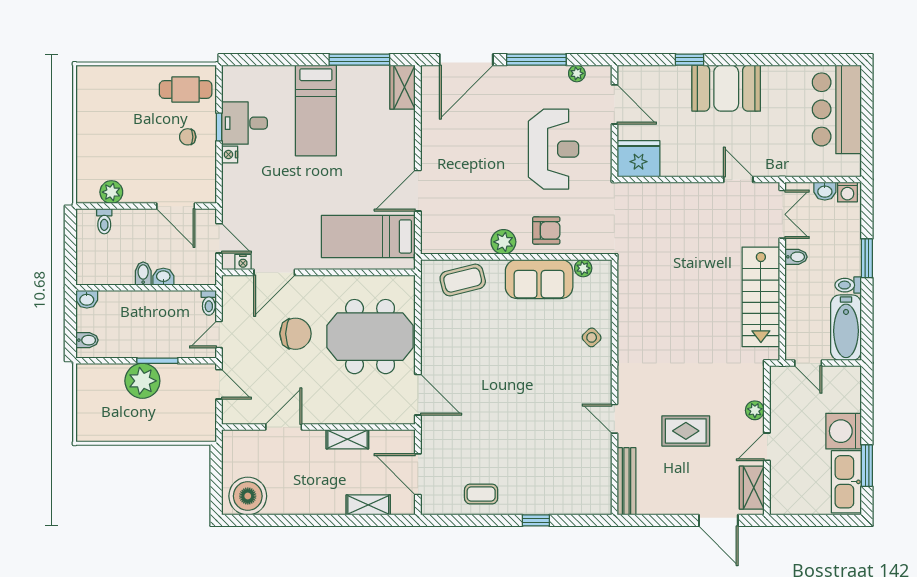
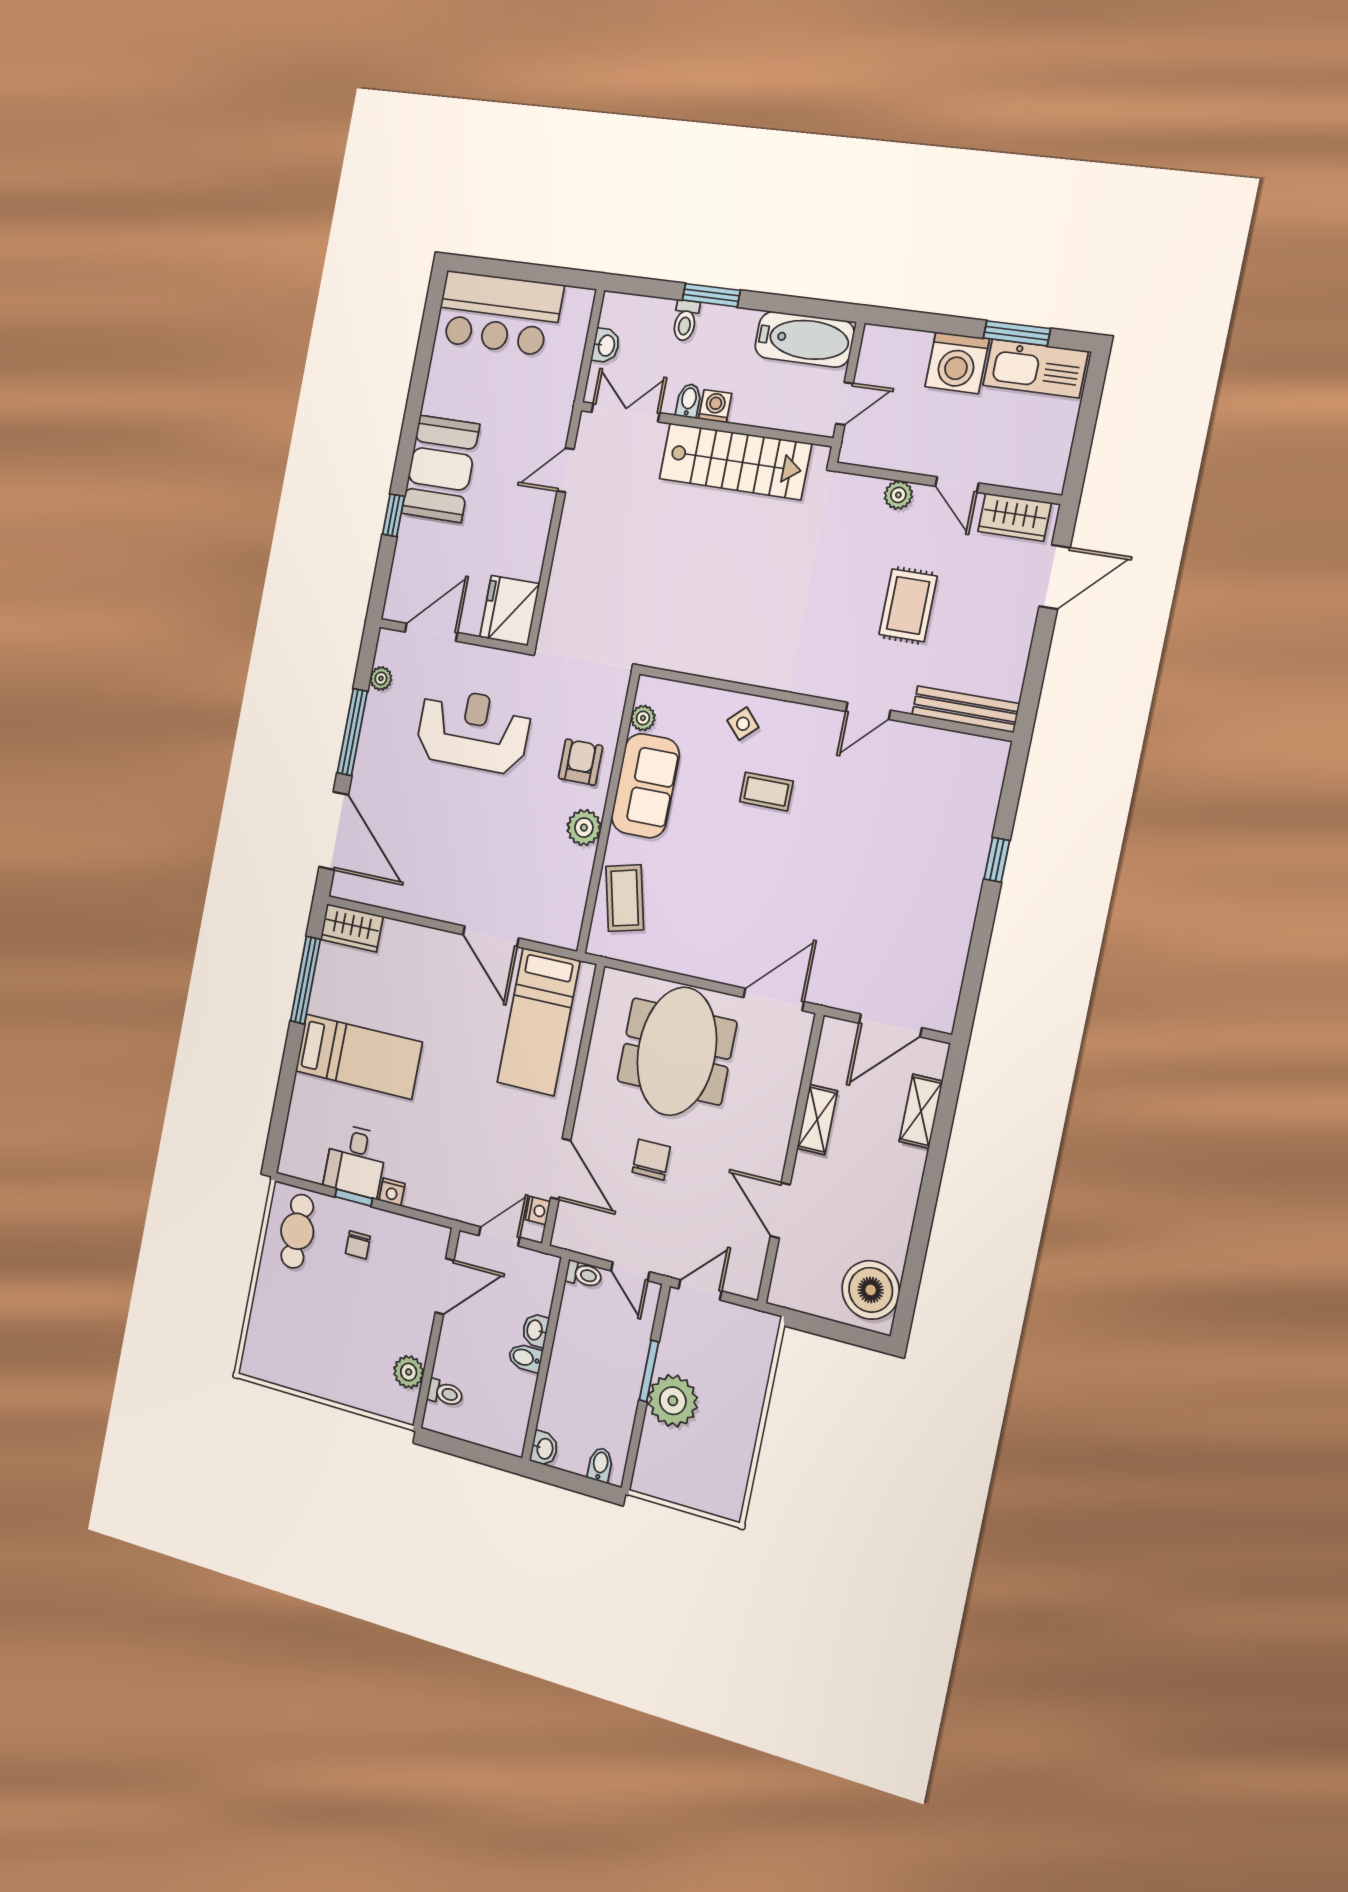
washing machine: (847, 192) -> (715, 406), moved, turned -90
toilet: (848, 285) -> (685, 321), moved
chair: (295, 334) -> (651, 1160), width x0.73, depth x0.73
coffee table: (481, 494) -> (766, 791), moved, turned 90

